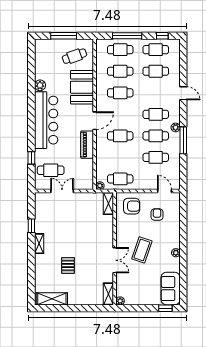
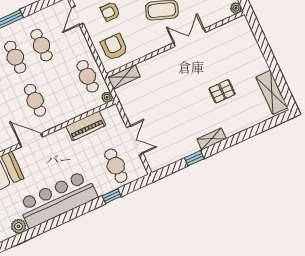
piano: (87, 145) -> (86, 126), moved
double door: (62, 191) -> (135, 140), swing flipped
shelving: (108, 294) -> (234, 26), removed

